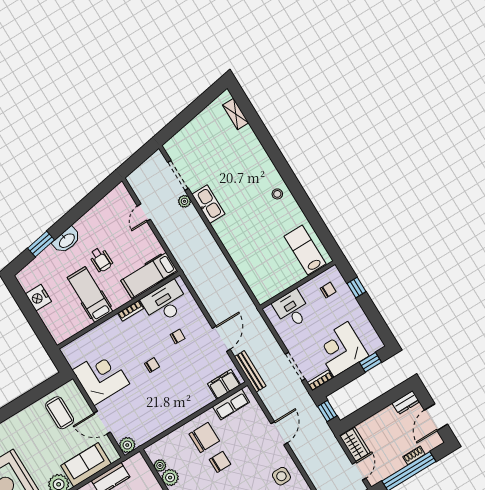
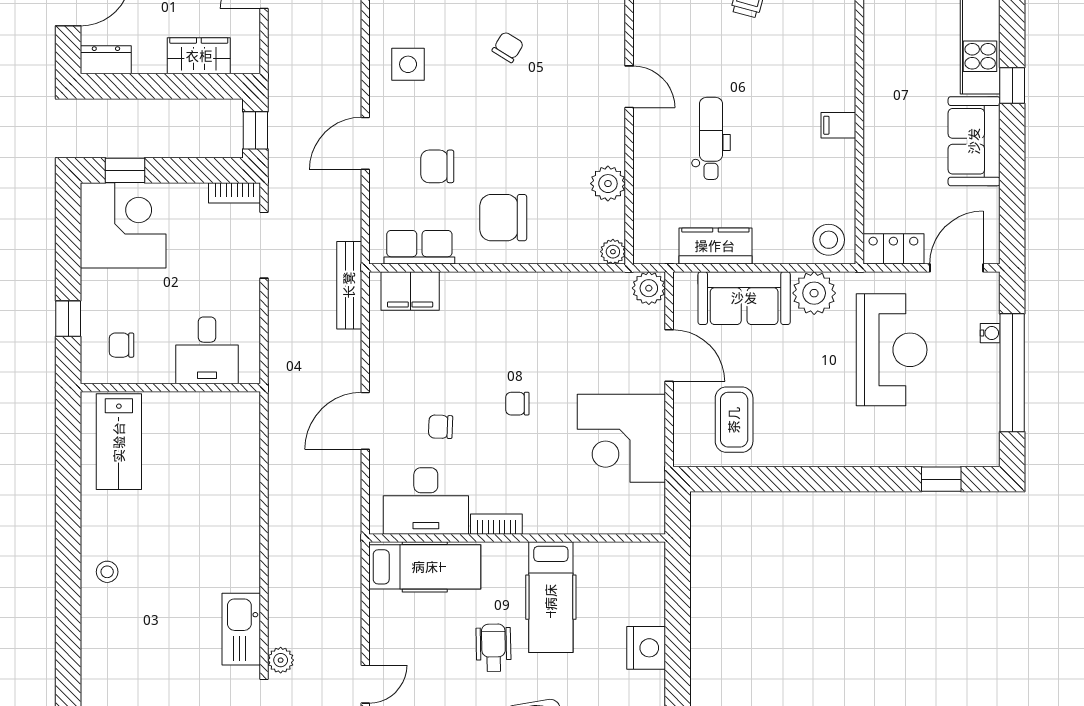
door: (221, 339) -> (365, 421), moved
corner desk: (341, 349) -> (123, 225), moved, turned -90
wardrobe: (355, 444) -> (199, 56), moved, turned 90
chair: (220, 462) -> (437, 166), moved
plant: (160, 465) -> (613, 252), moved

